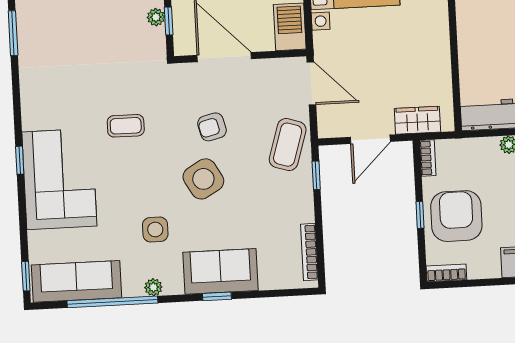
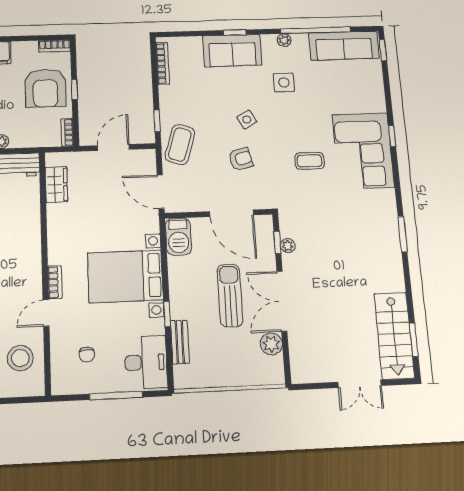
wardrobe: (417, 120) -> (56, 185), moved, turned -90
corner sofa: (59, 179) -> (363, 151), moved
side table: (203, 179) -> (247, 119), width x0.54, depth x0.54

